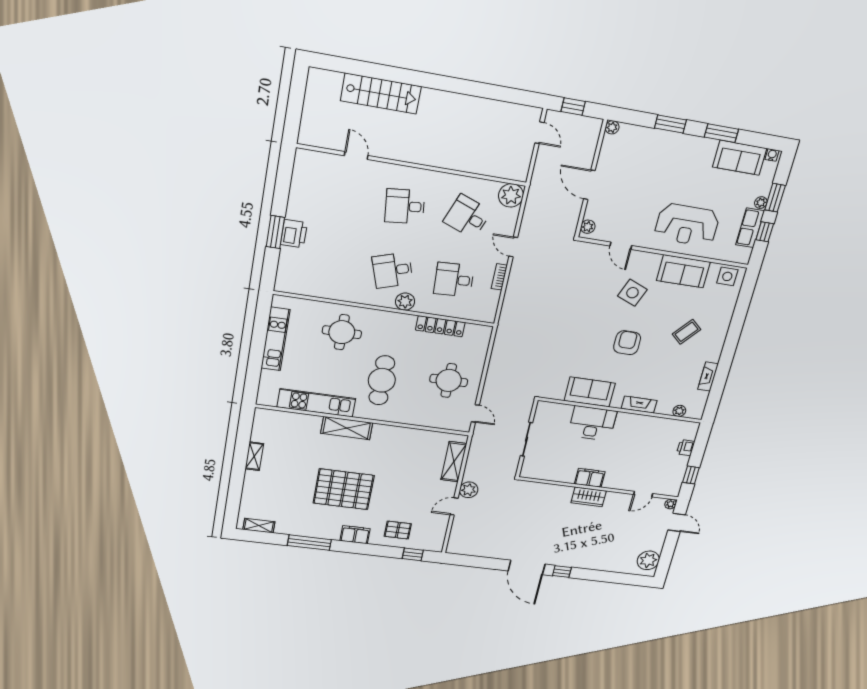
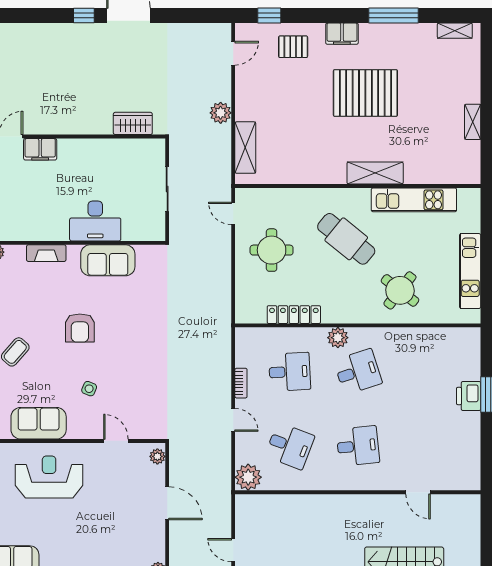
side table: (632, 293) -> (89, 389), width x0.54, depth x0.54
round table: (342, 332) -> (400, 290), turned 38
cafe table: (382, 380) -> (346, 239), turned -51
filing cabinet: (590, 478) -> (40, 149), moved
wardrobe: (589, 497) -> (133, 123), moved
door: (454, 506) -> (233, 53), moved

